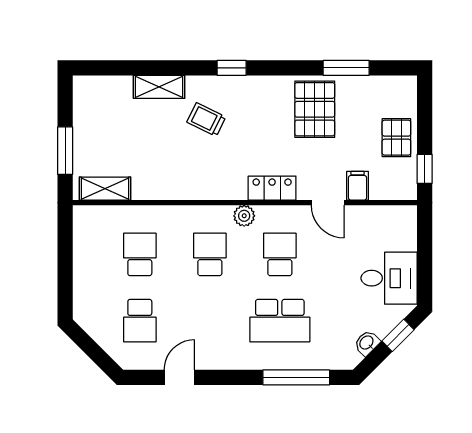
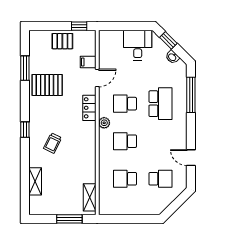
shelving: (159, 87) -> (35, 181), moved

